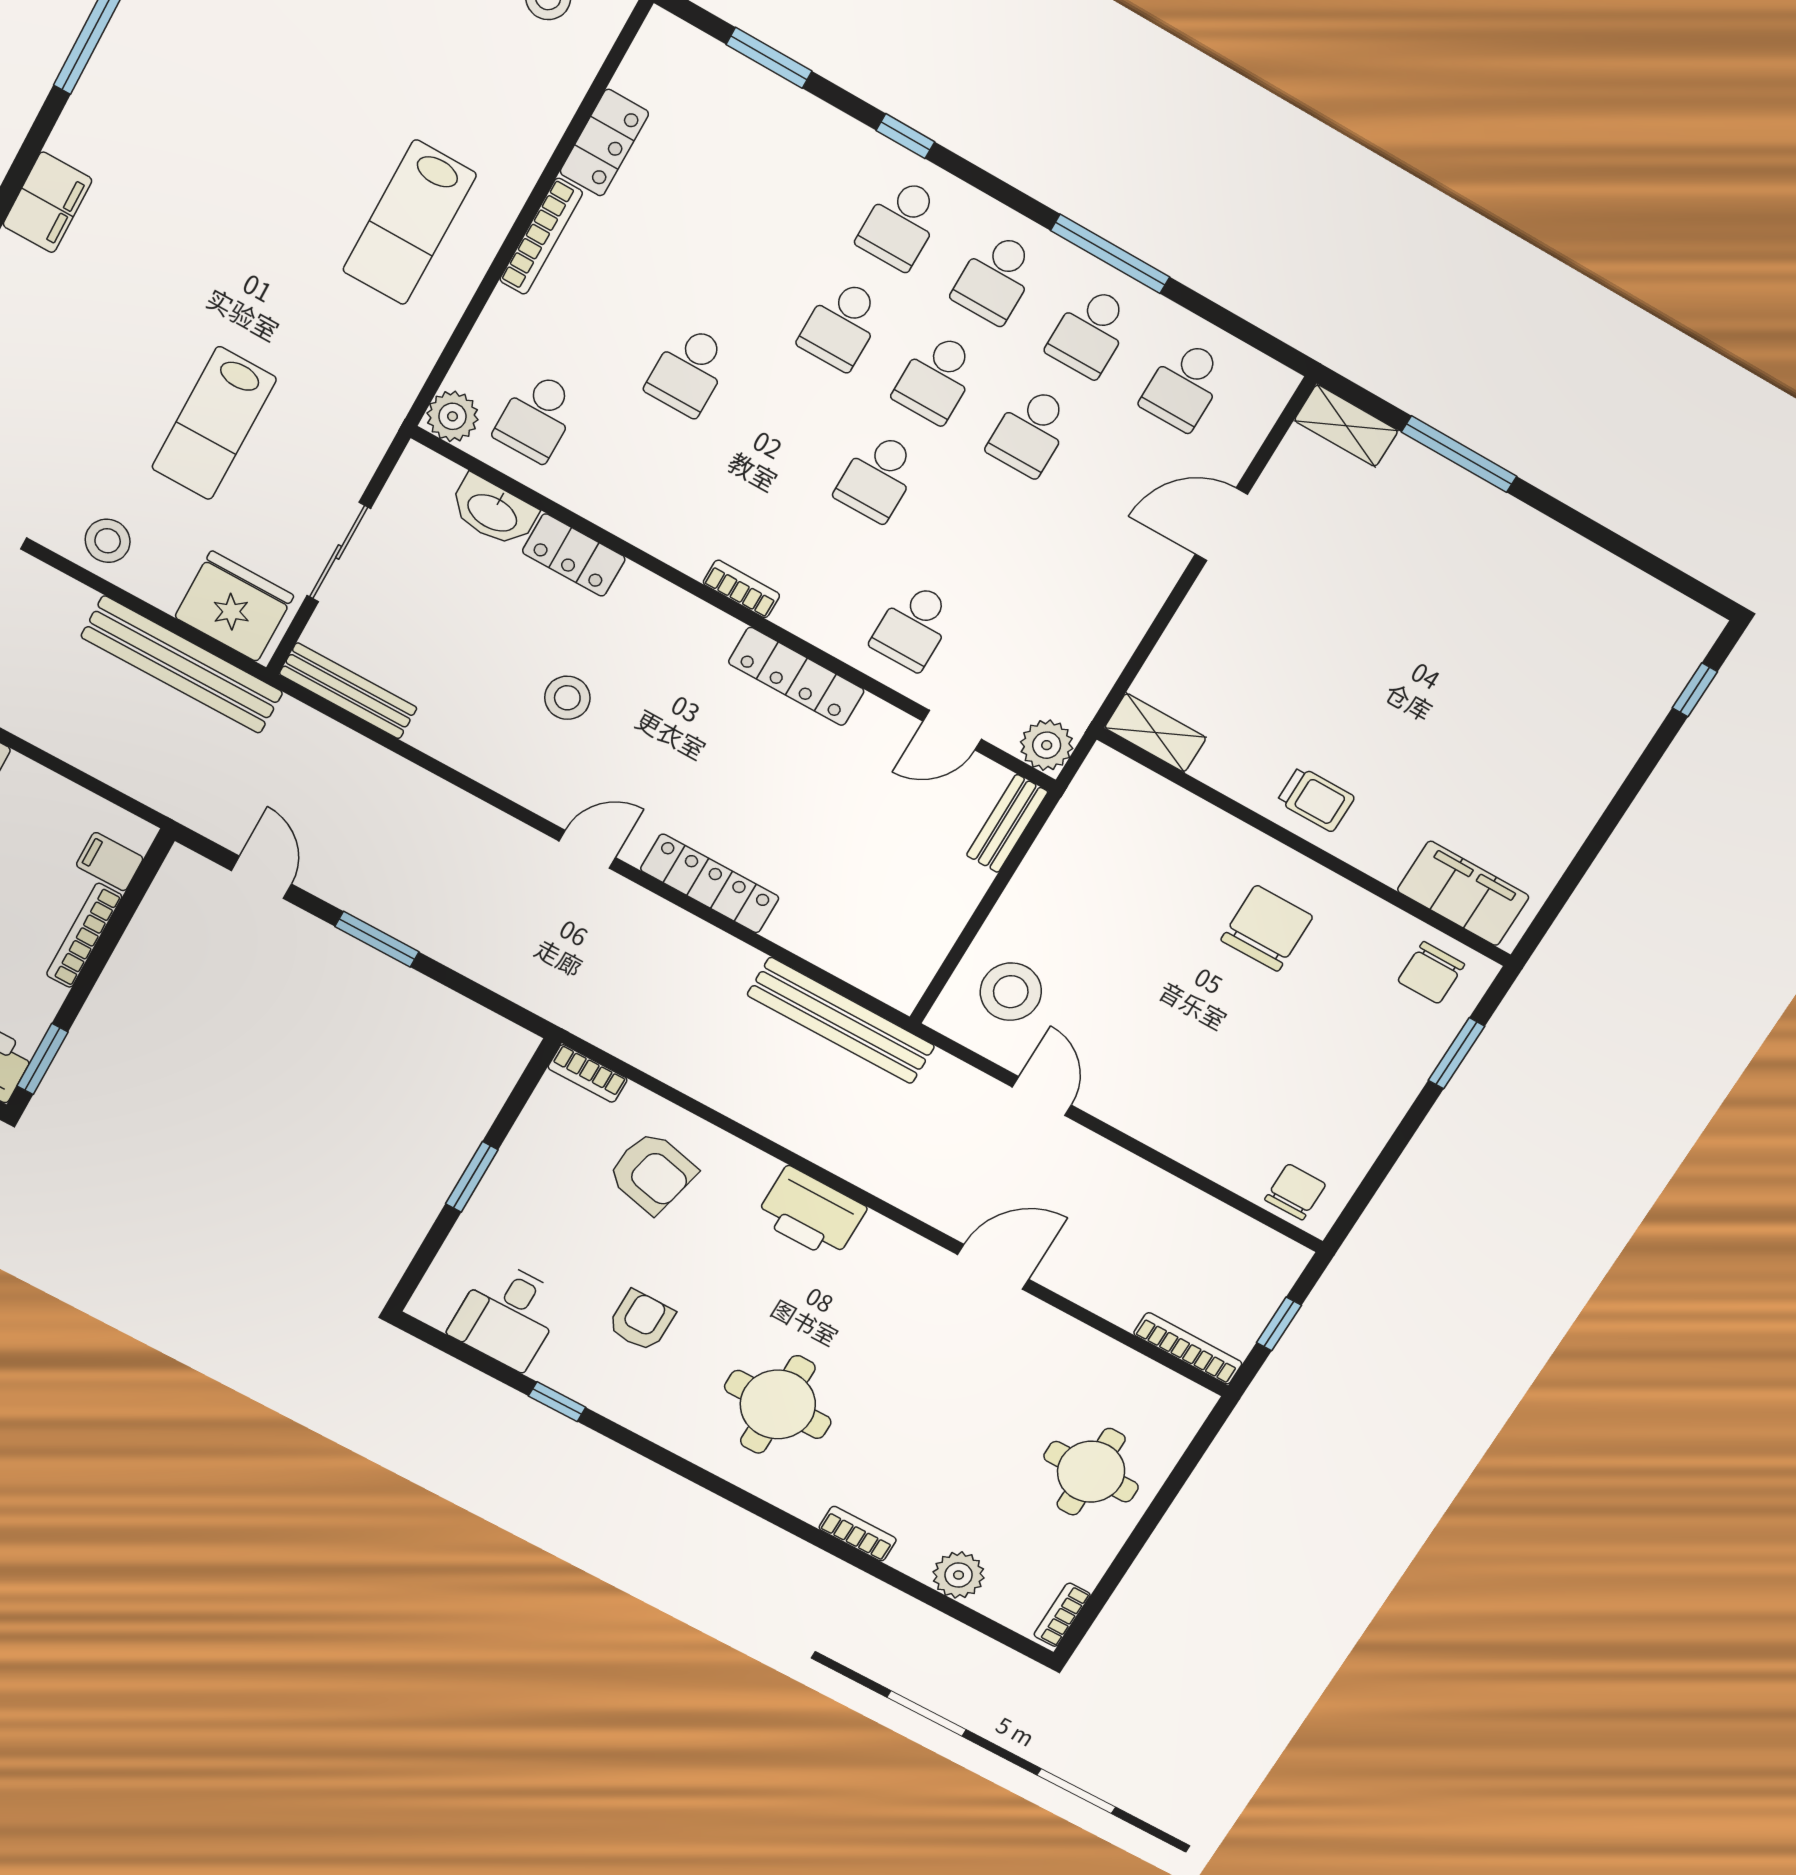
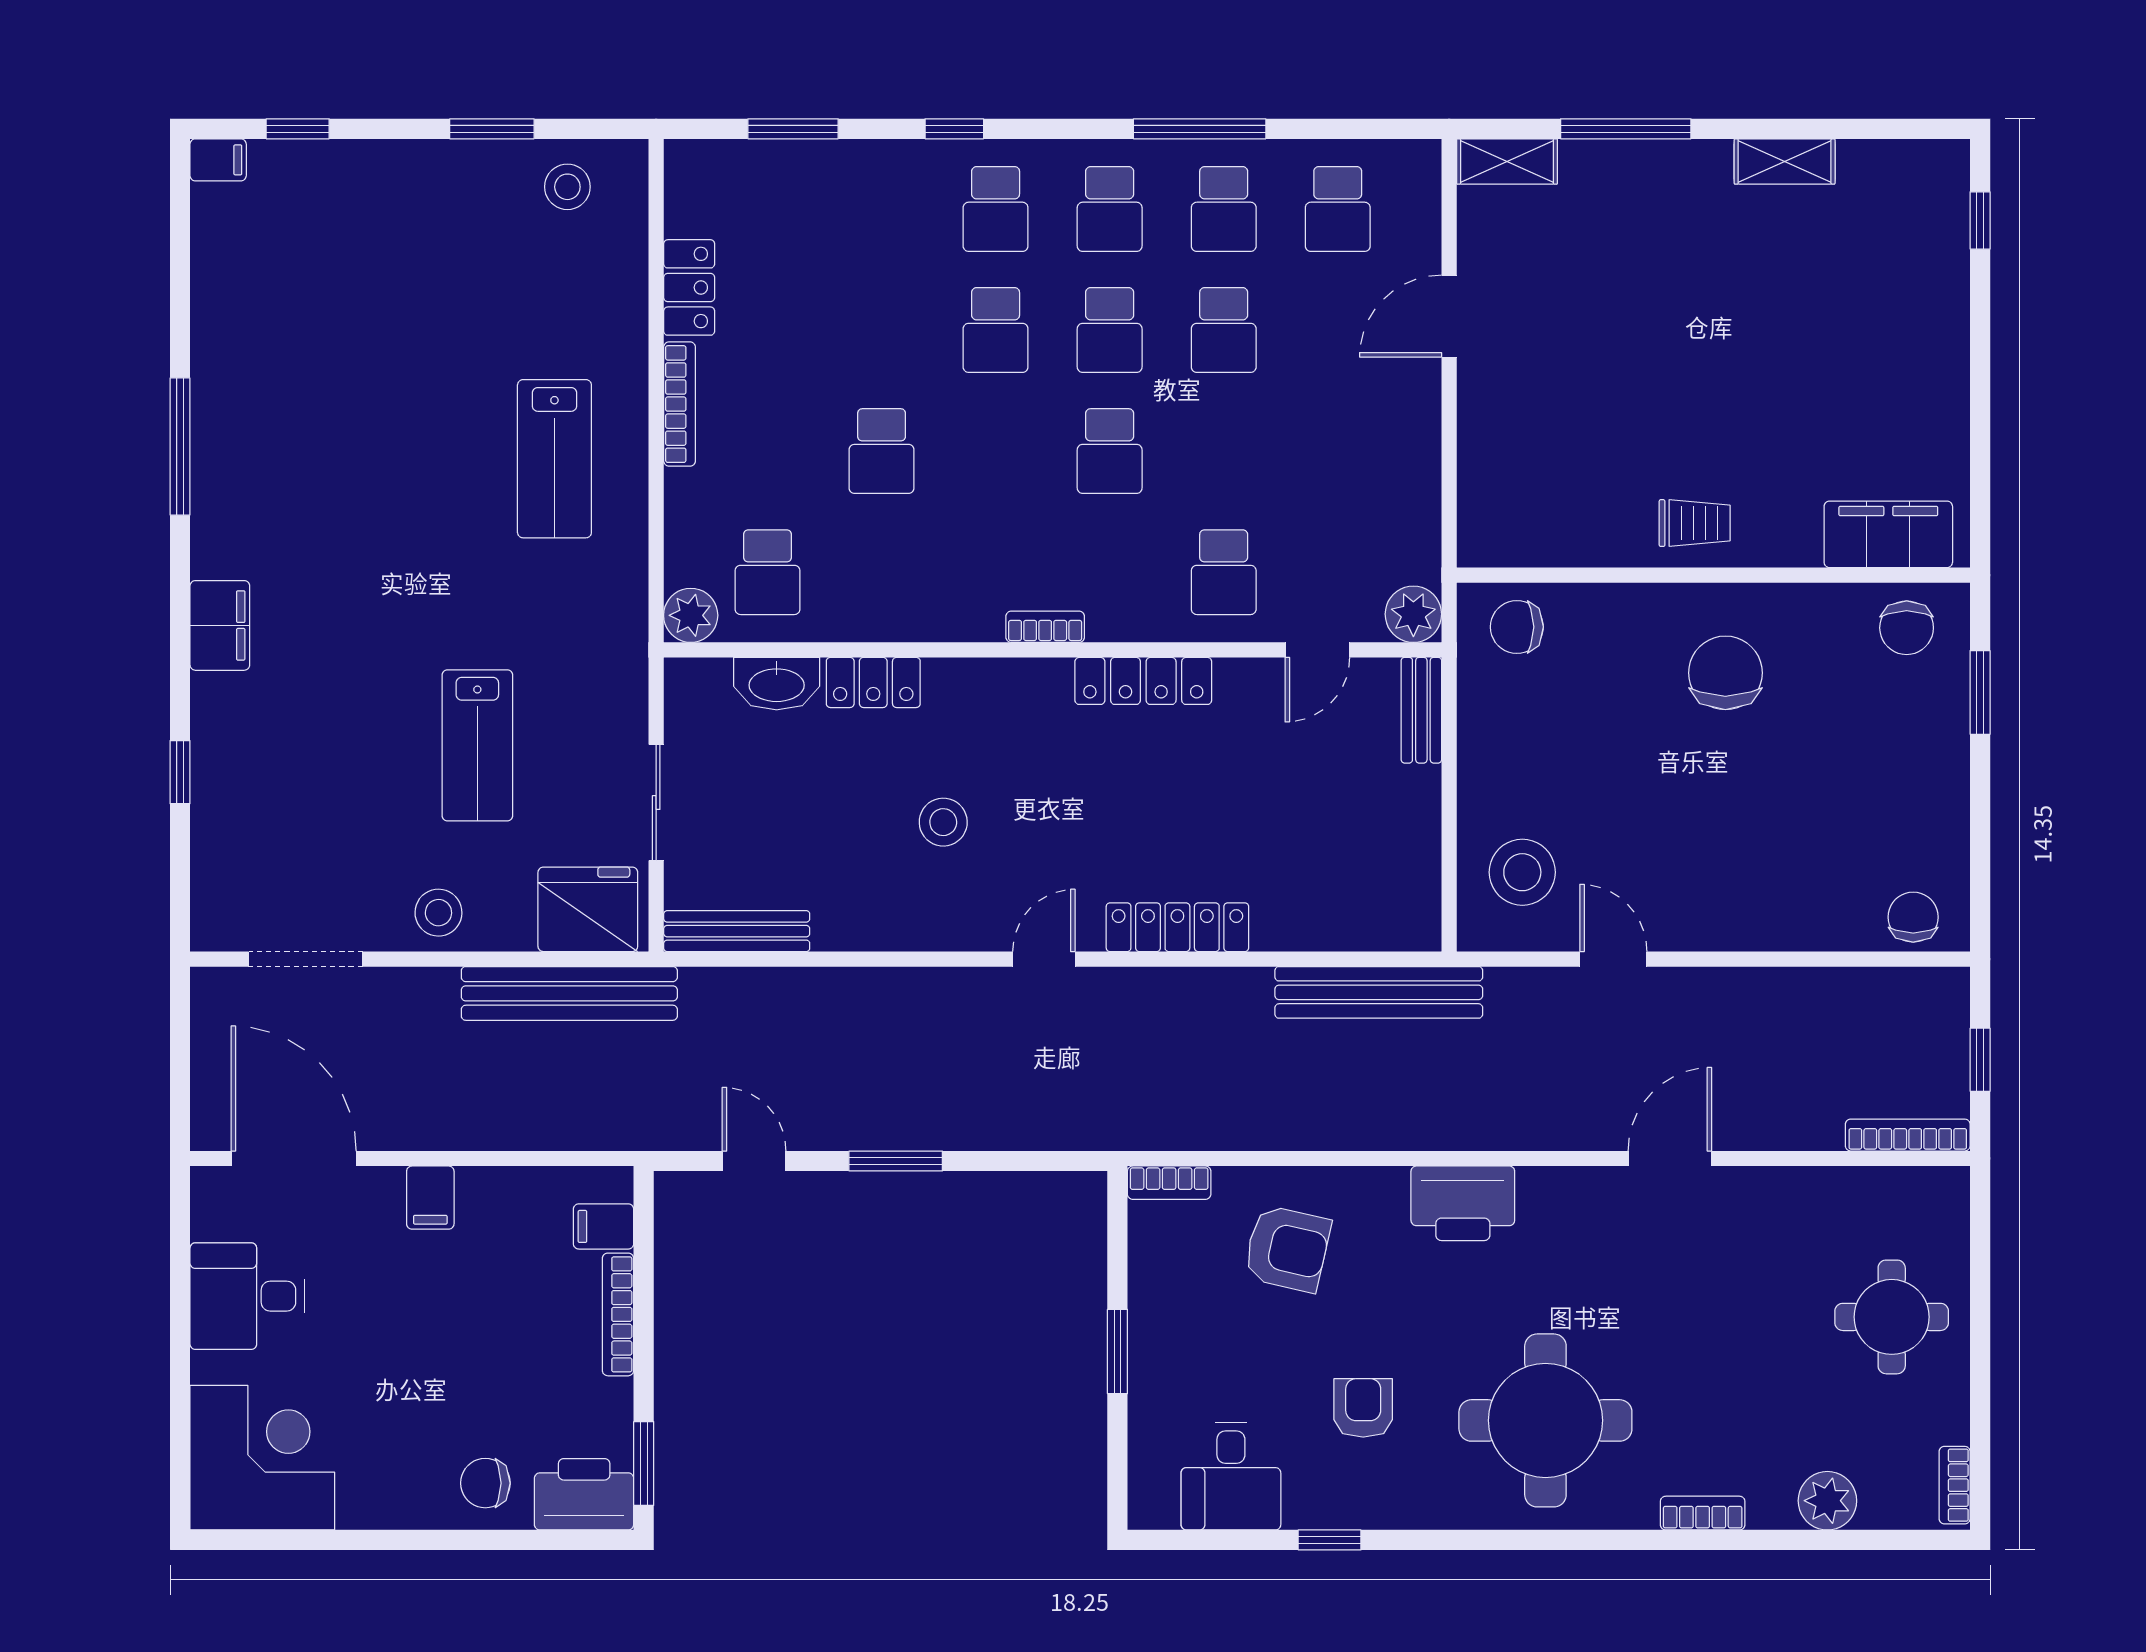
shelving: (1155, 733) -> (1785, 161), moved
chair: (1123, 801) -> (1517, 627), added
round table: (778, 1404) -> (1545, 1420), width x1.36, depth x1.36

